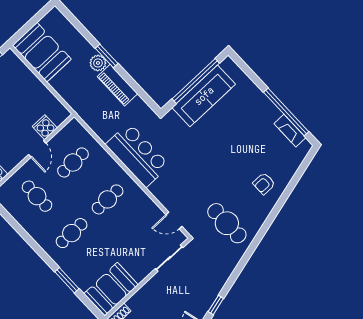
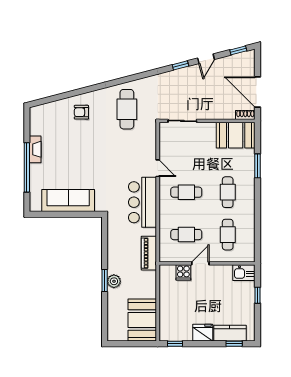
window: (196, 81) -> (64, 214), removed
piano: (117, 85) -> (149, 253), moved, turned 180
window: (286, 112) -> (27, 167), moved
fireplace: (290, 131) -> (35, 149), moved
armchair: (264, 184) -> (81, 112), turned 180
door: (174, 221) -> (158, 168), moved
cafe table: (72, 233) -> (228, 192), turned 90

